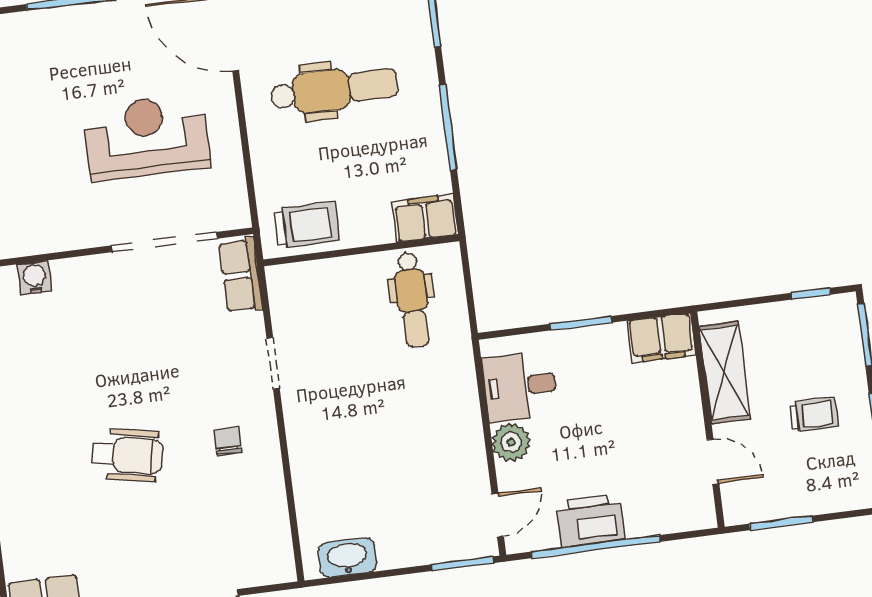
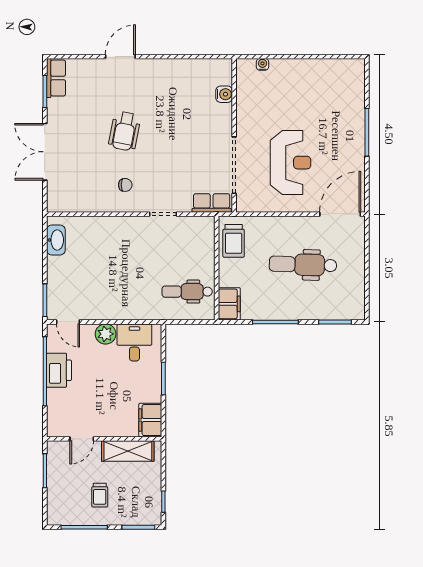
dental chair: (334, 90) -> (303, 265), turned 92

